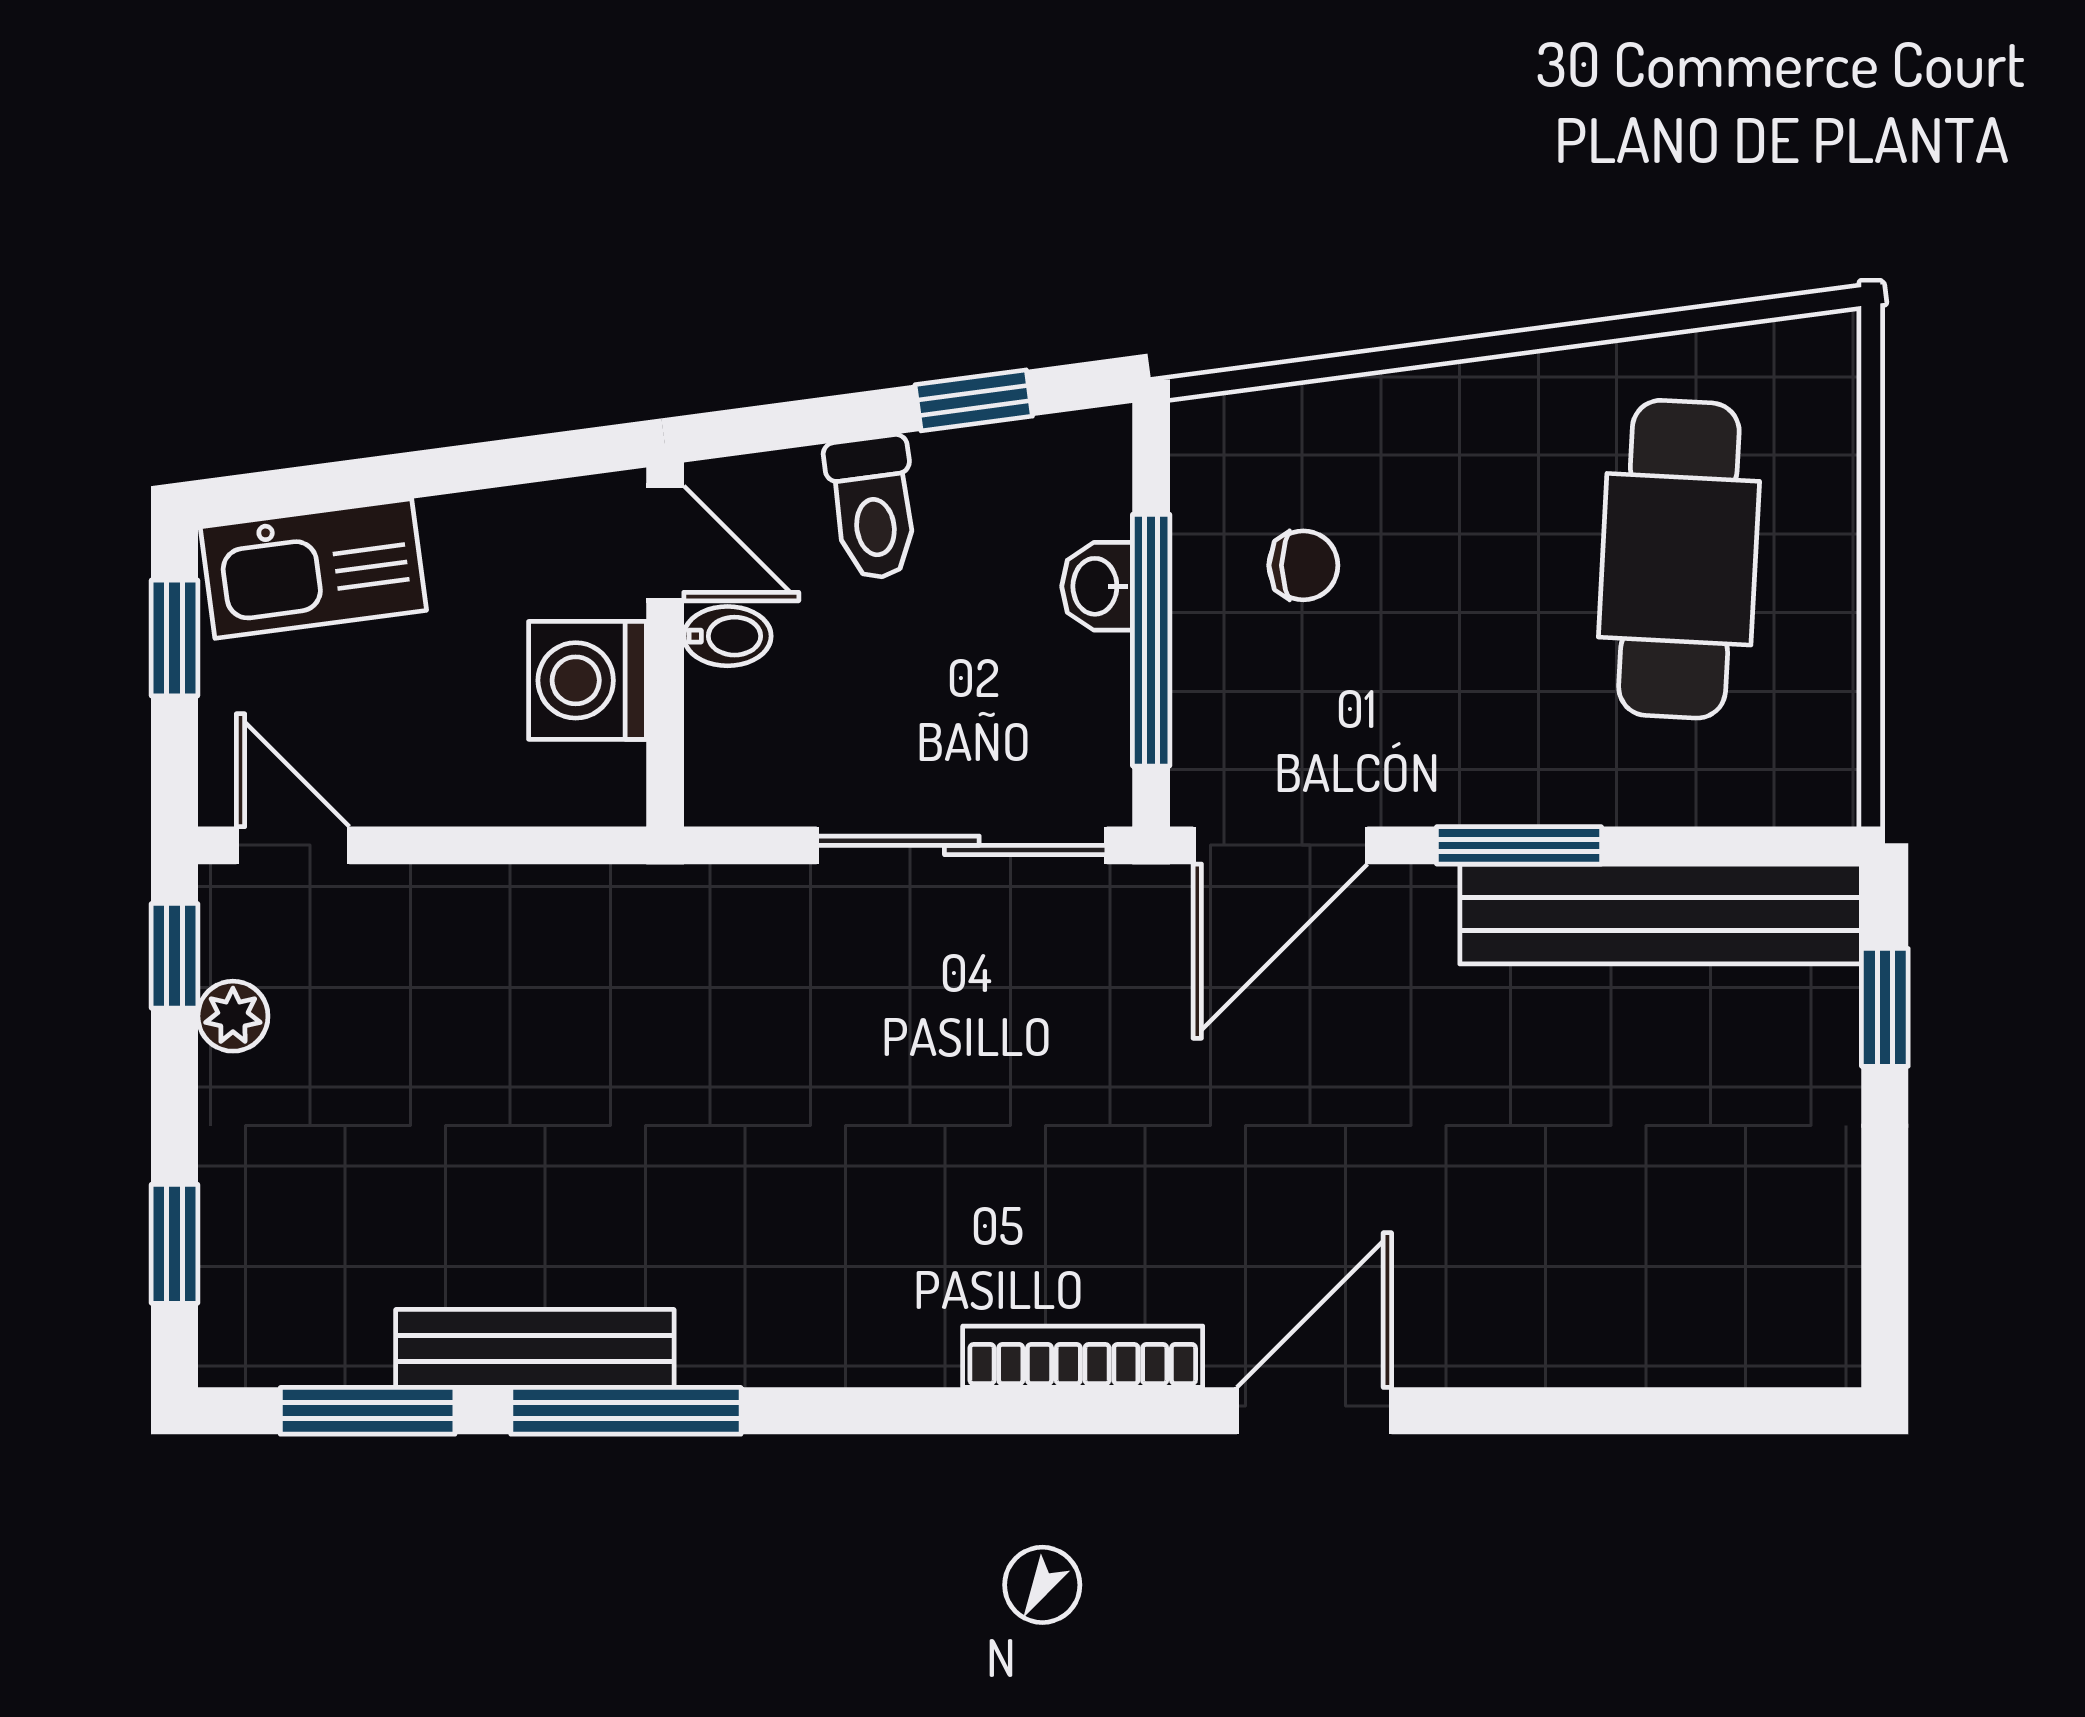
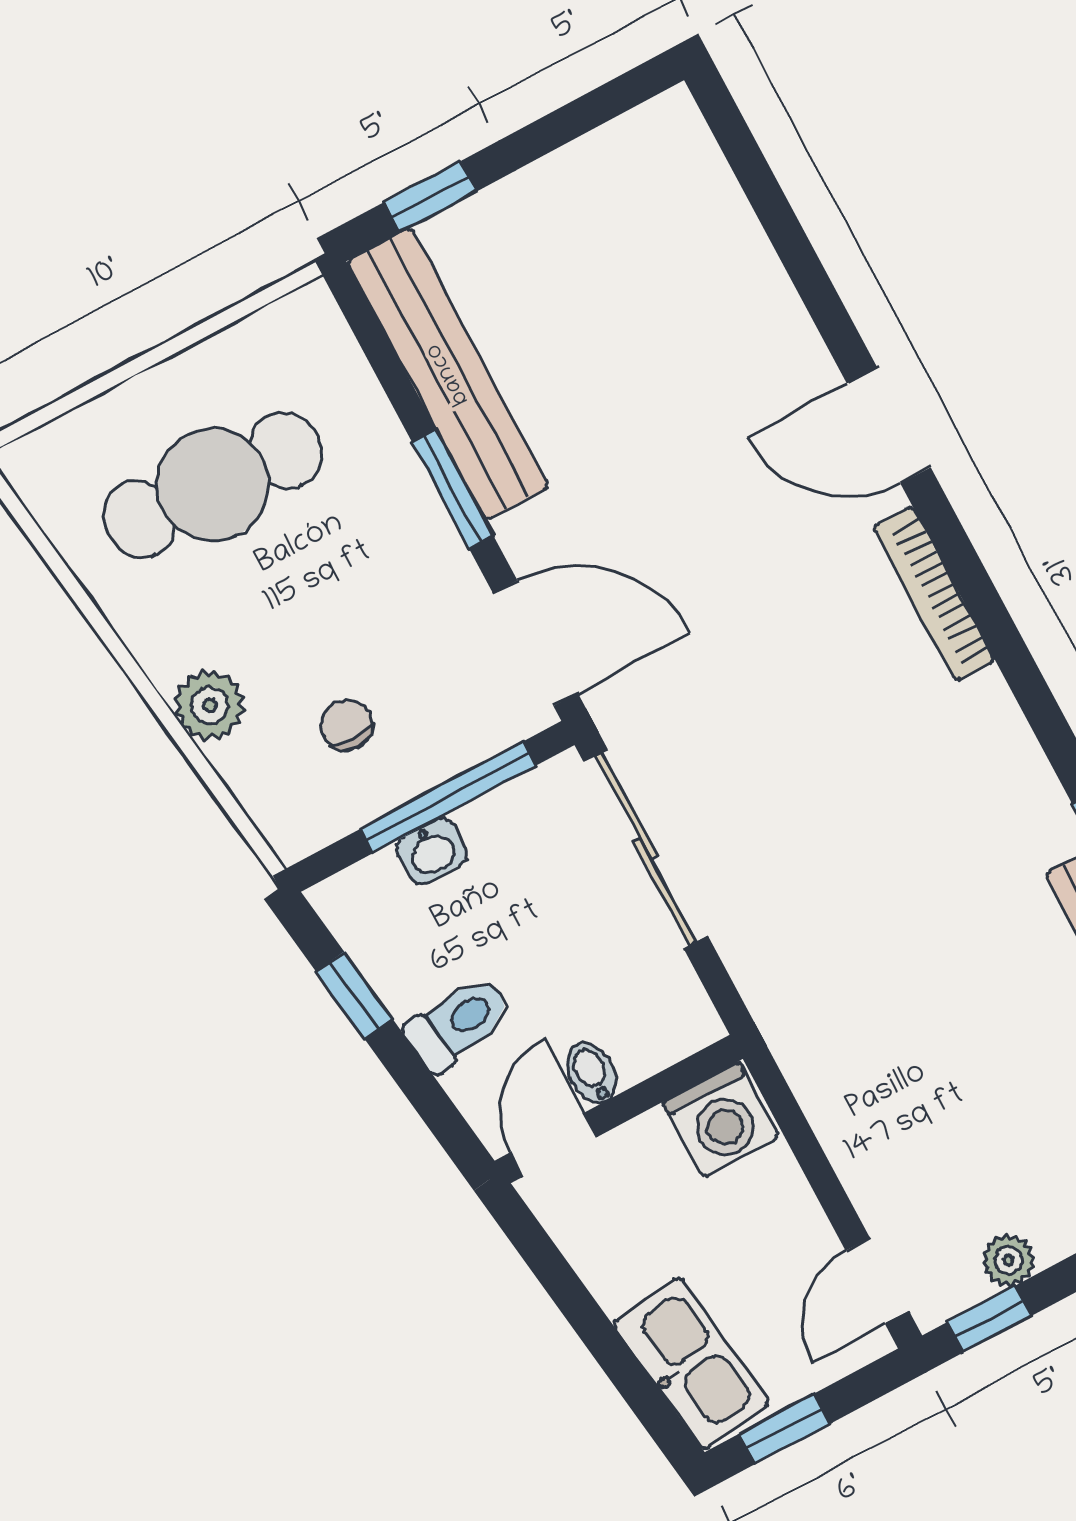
plant: (1415, 414) -> (210, 705), added
washing machine: (587, 680) -> (721, 1120), moved

